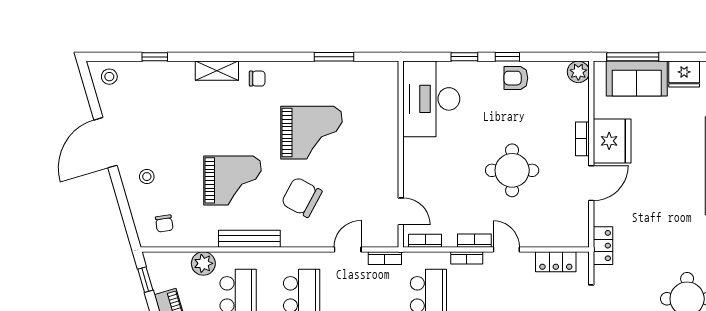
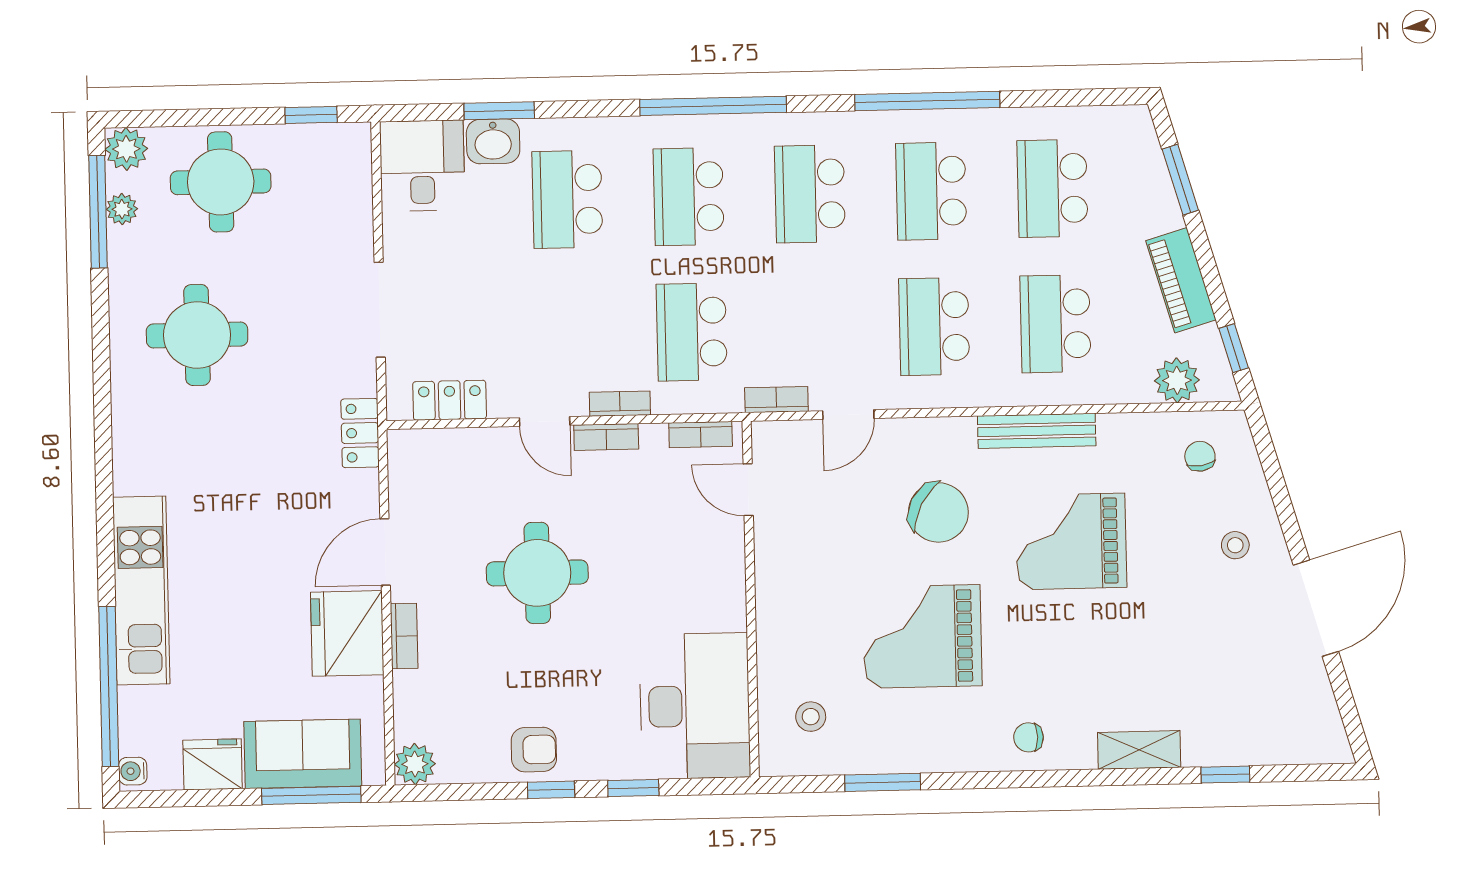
shelving: (217, 71) -> (1139, 750), moved
stool: (109, 77) -> (811, 717), moved
plant: (203, 263) -> (1177, 380), moved

